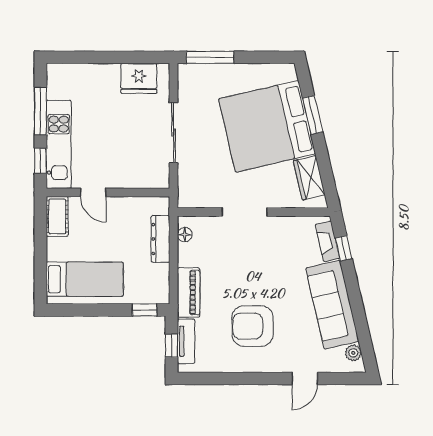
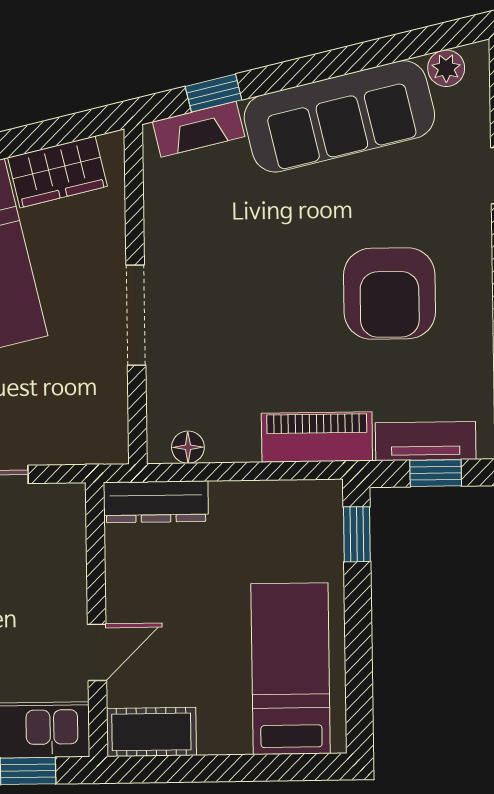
dresser: (160, 239) -> (156, 502), moved

